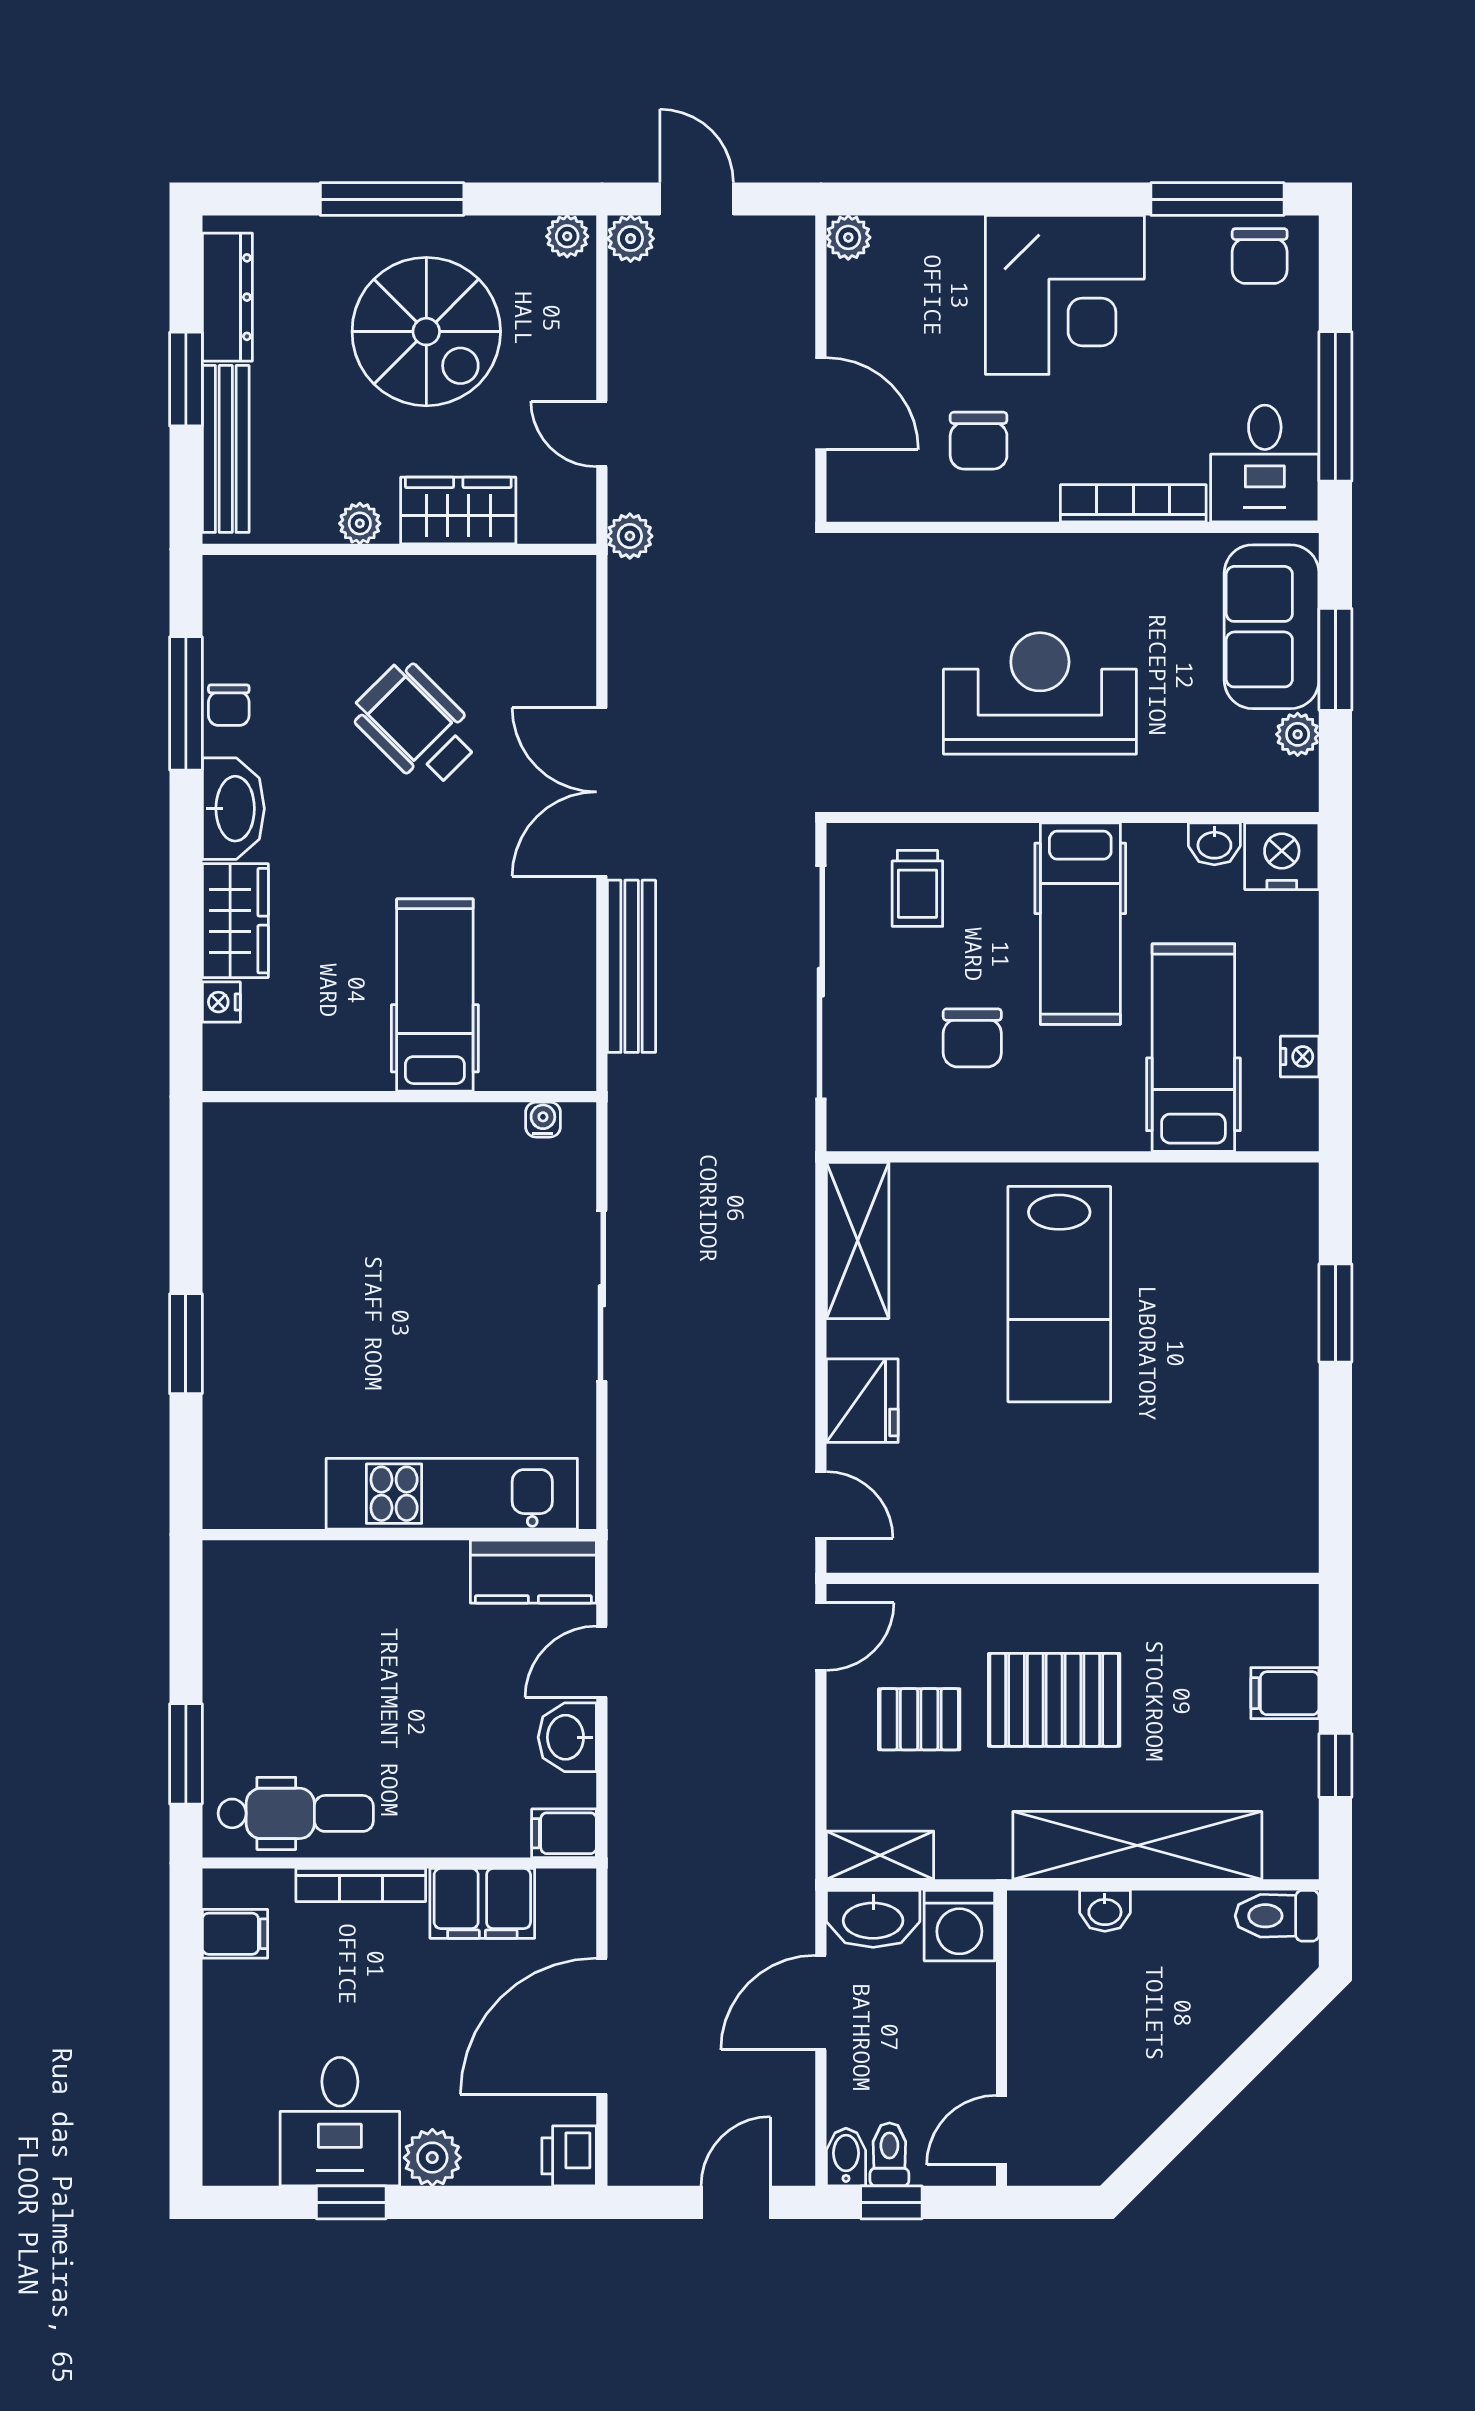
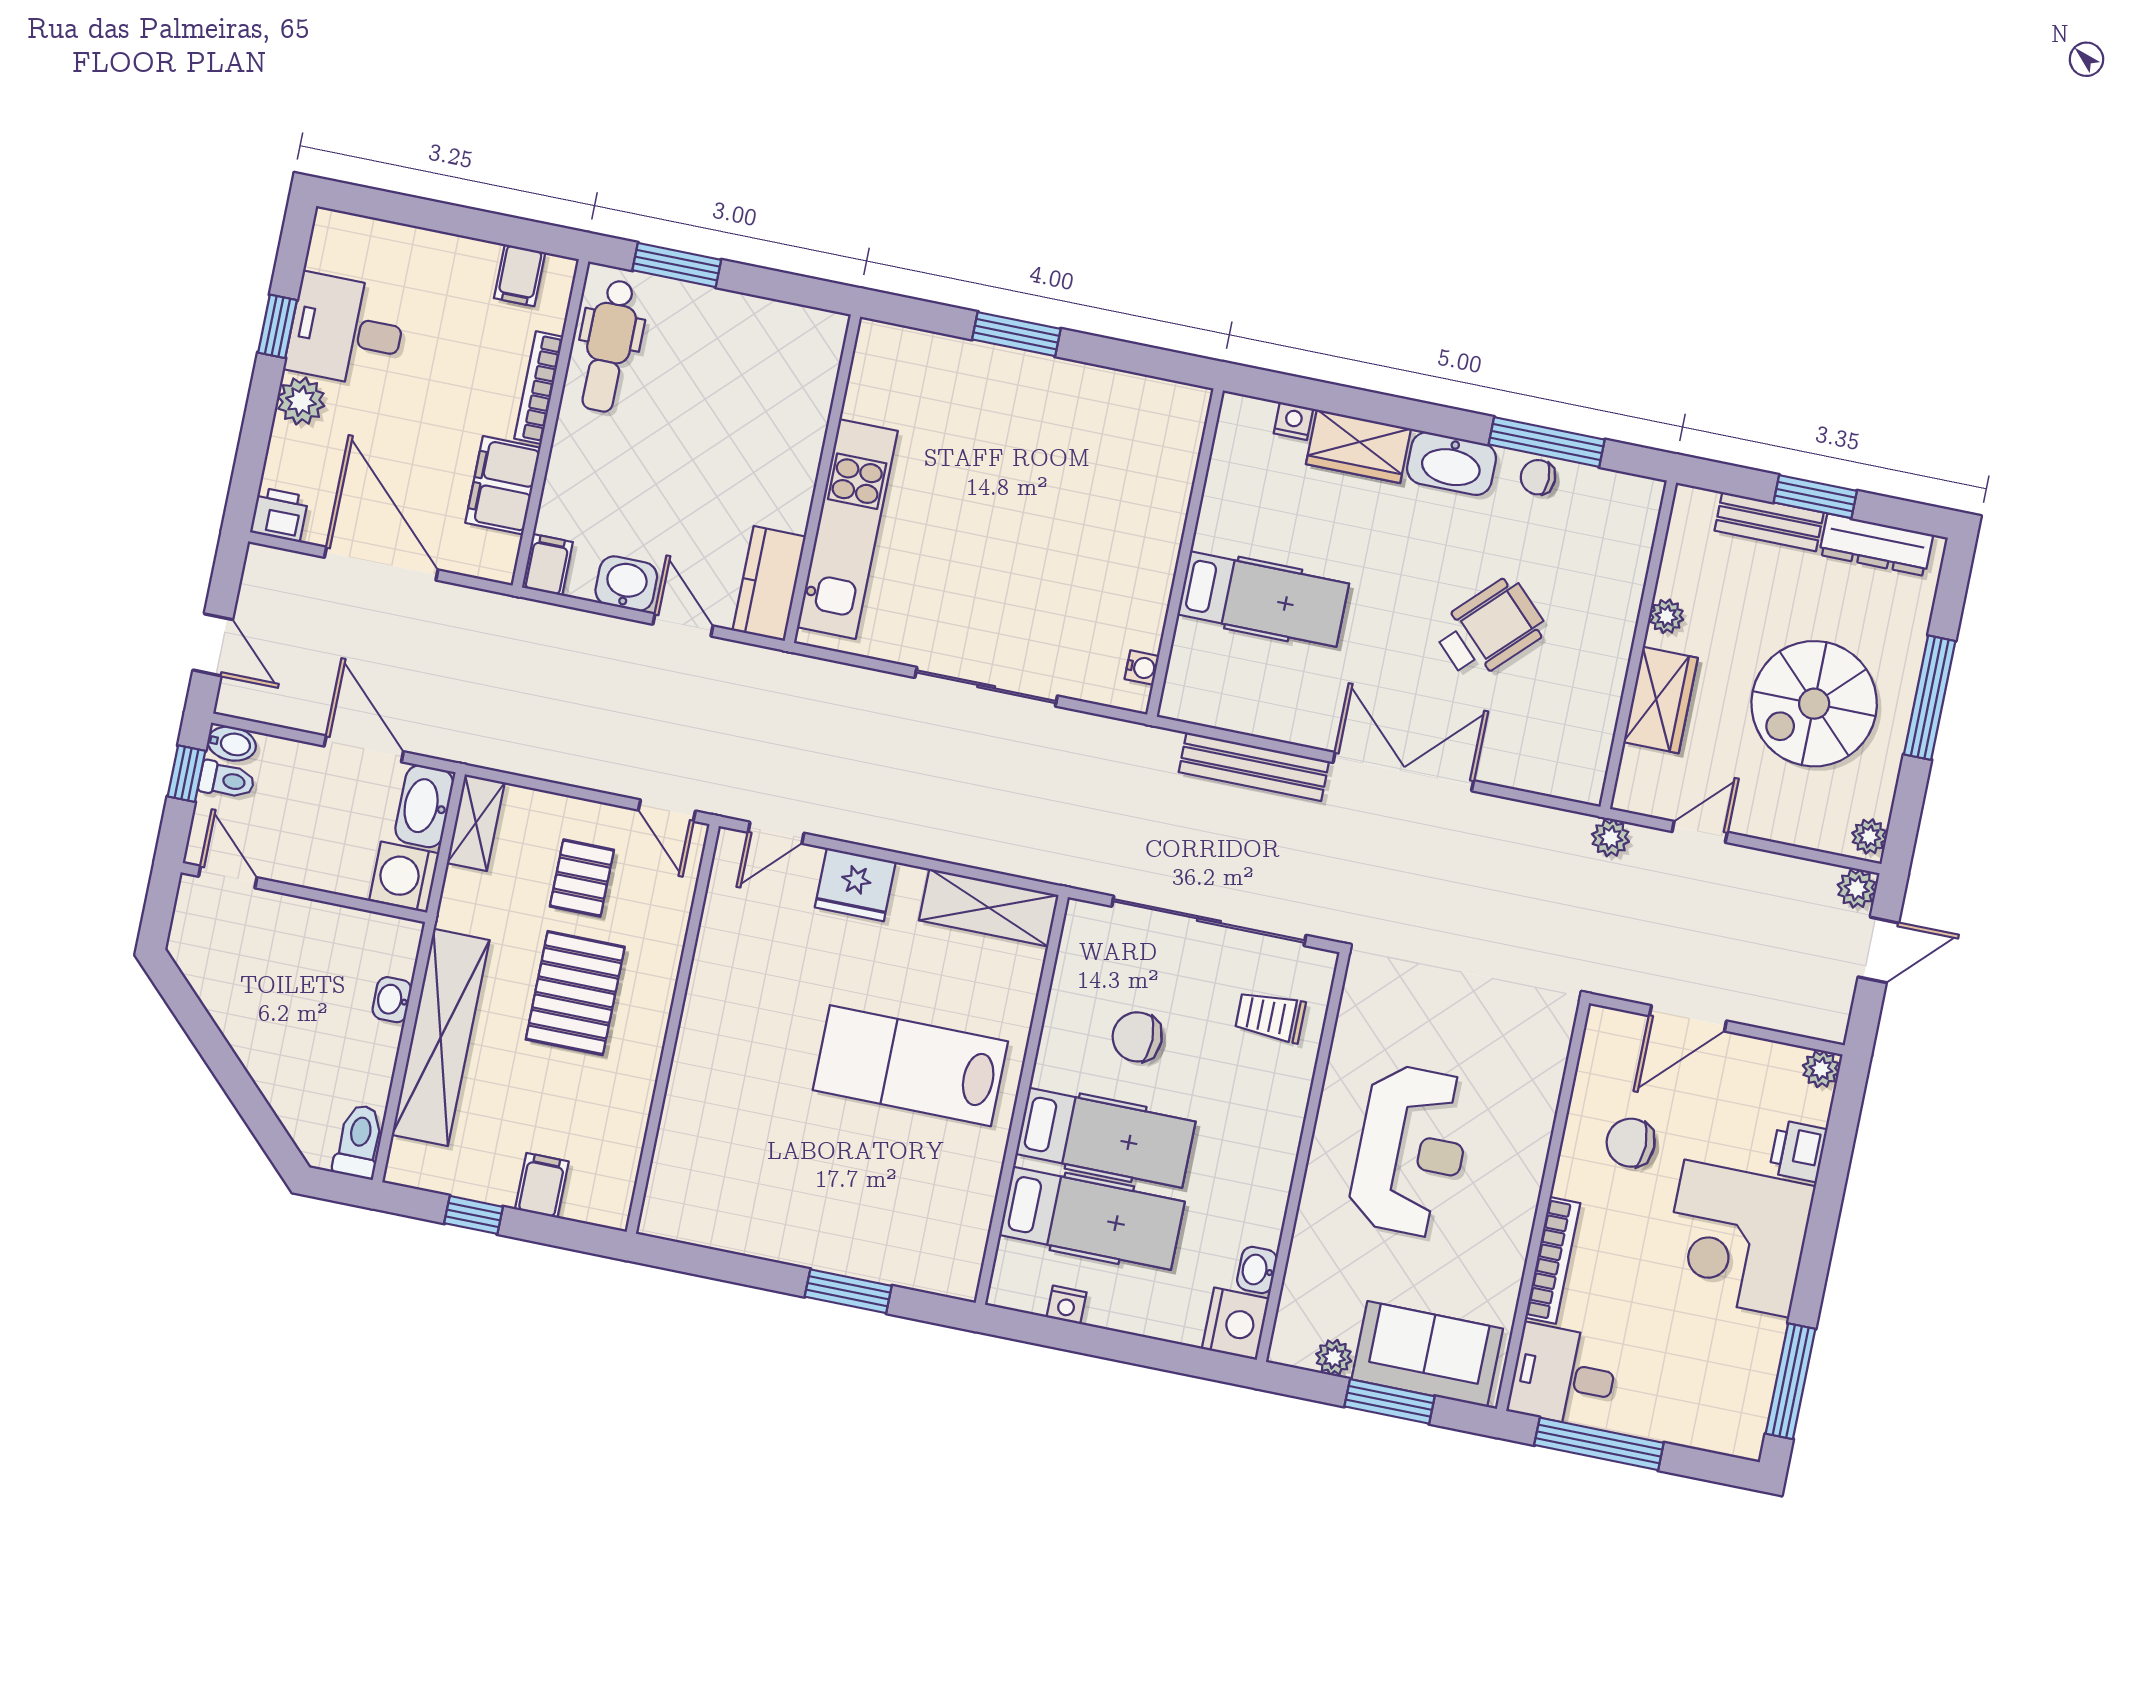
printer: (949, 245) -> (1798, 1151), added
chair: (1260, 256) -> (1736, 1407), removed
bench: (226, 449) -> (1769, 522), width x0.73
hospital bed: (1080, 924) -> (1106, 1138), moved, turned 180

